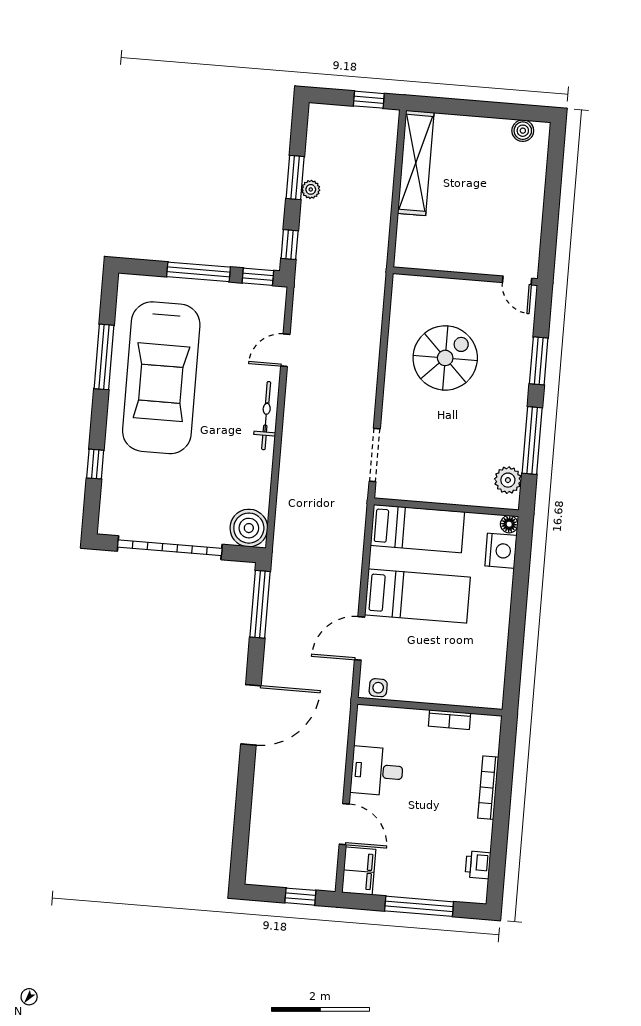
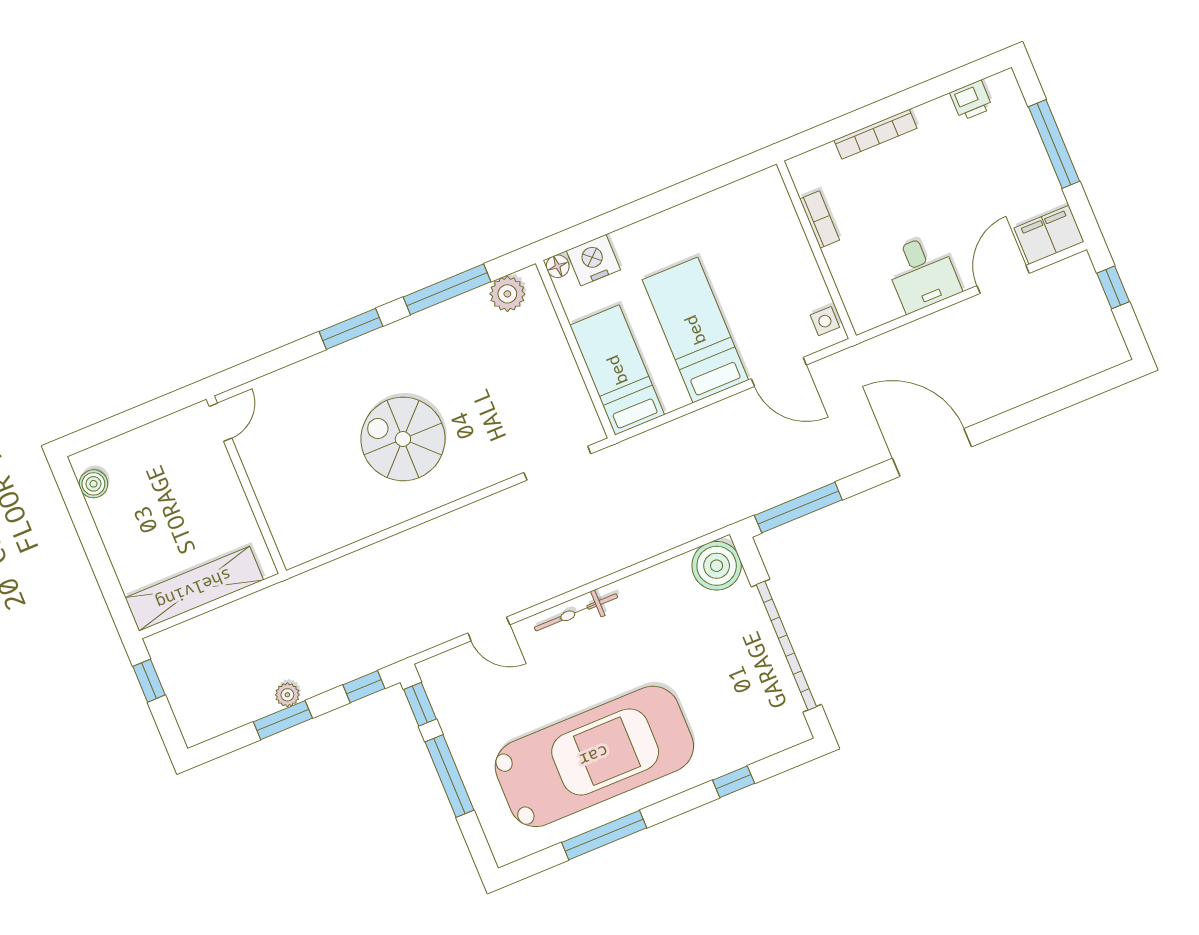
wall: (465, 276) -> (246, 485), moved
door: (517, 280) -> (221, 422), moved

